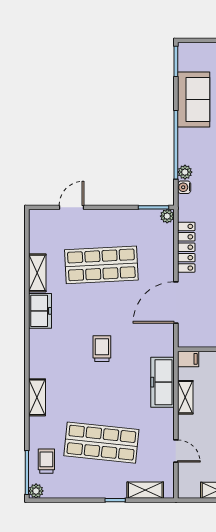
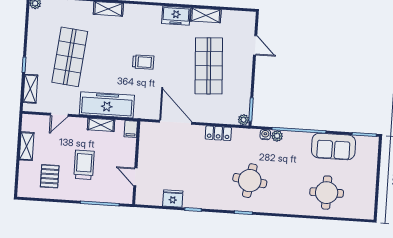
locker: (186, 247) -> (218, 133), width x0.66
freezer: (162, 382) -> (107, 105), width x1.36, depth x1.26
trolley: (46, 461) -> (58, 13), removed

